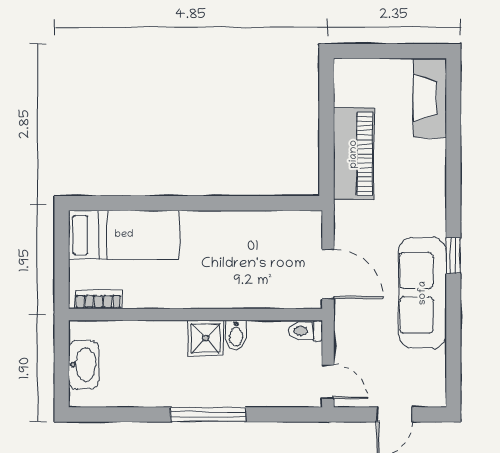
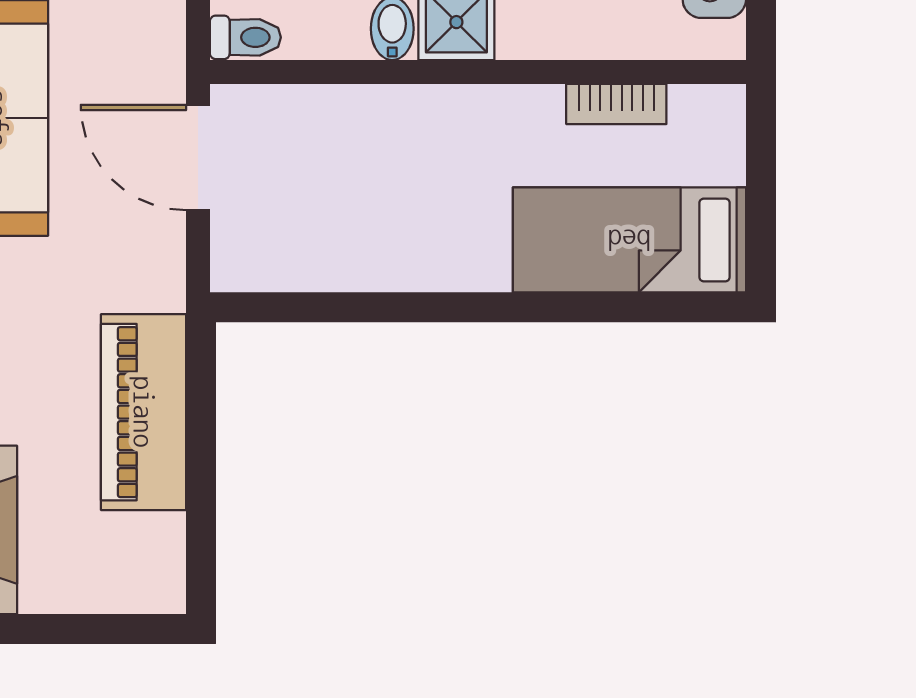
bookcase: (98, 299) -> (616, 104), moved

